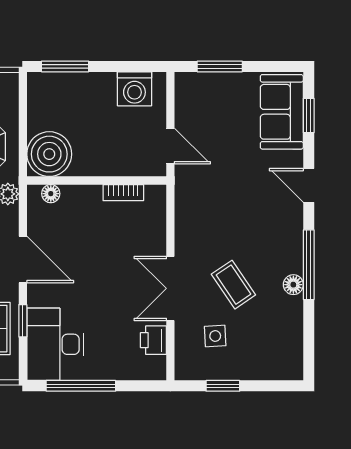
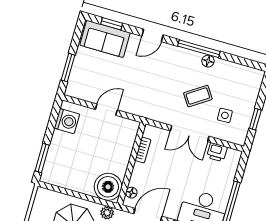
boiler: (49, 154) -> (108, 187), moved
wall: (97, 181) -> (131, 164), moved
bookcase: (123, 193) -> (143, 150), moved
floor lamp: (51, 194) -> (131, 193), moved

